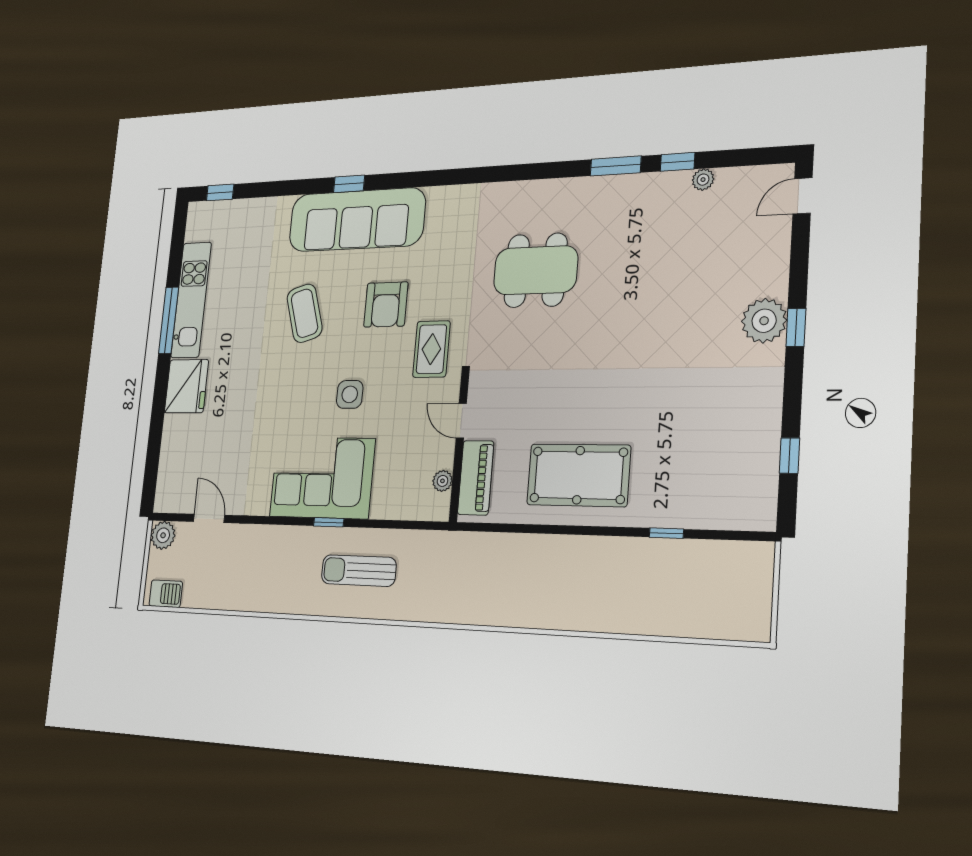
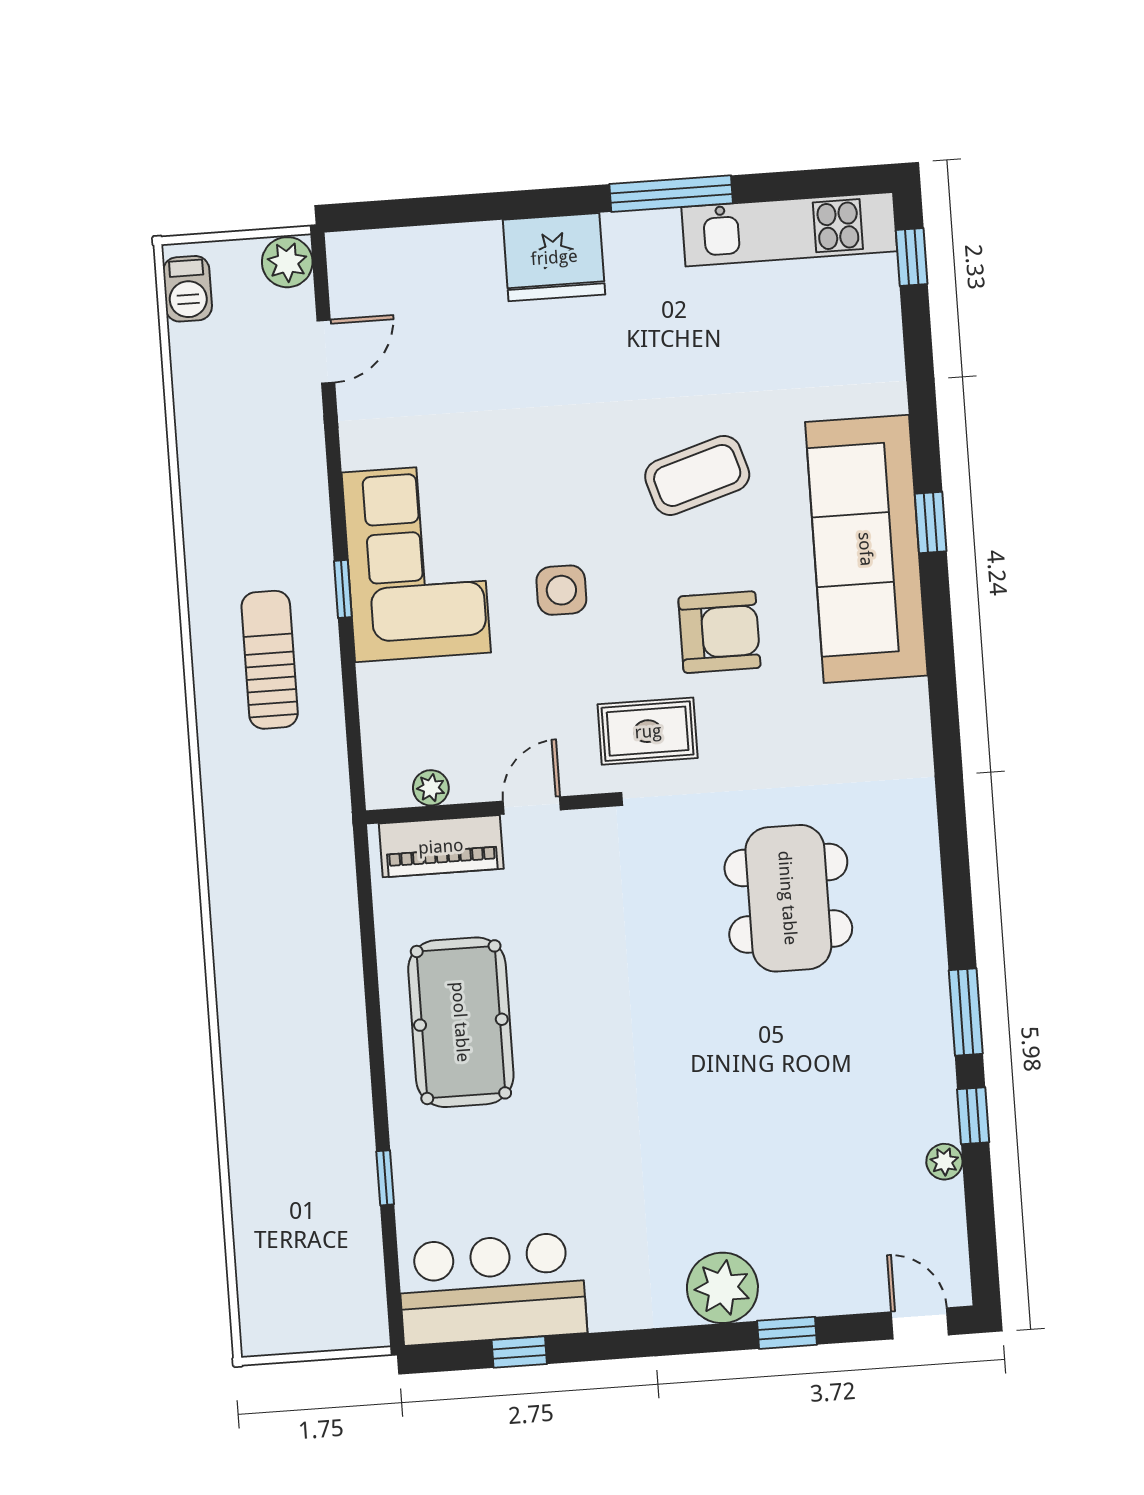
kitchen unit: (191, 300) -> (789, 229), moved
armchair: (386, 305) -> (719, 632), turned 180
window: (796, 327) -> (787, 1333), moved
bar counter: (746, 470) -> (492, 1289), added

